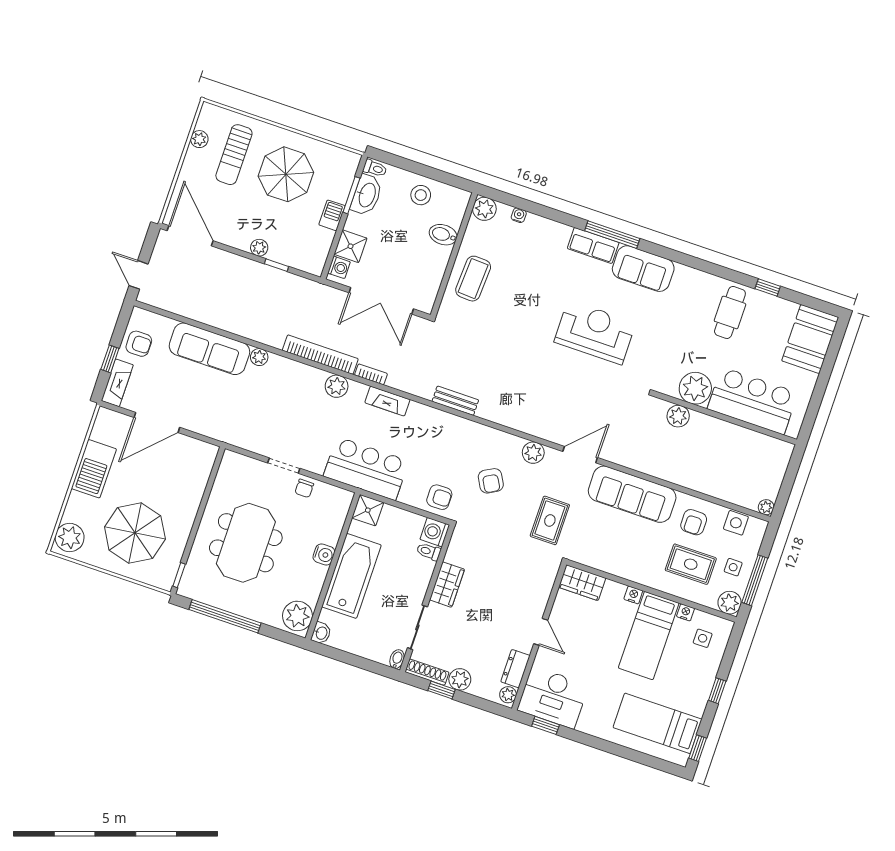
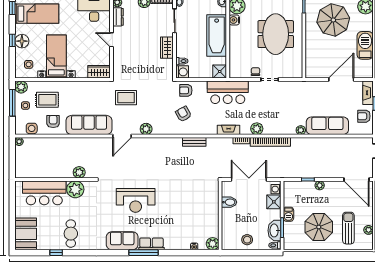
bidet: (443, 235) -> (229, 202), moved
coffee table: (473, 279) -> (206, 207), removed
armchair: (491, 481) -> (183, 114), moved
rug: (550, 520) -> (126, 98), turned 90
water cooler: (324, 555) -> (234, 20), moved
floor lamp: (701, 684) -> (22, 41), added

